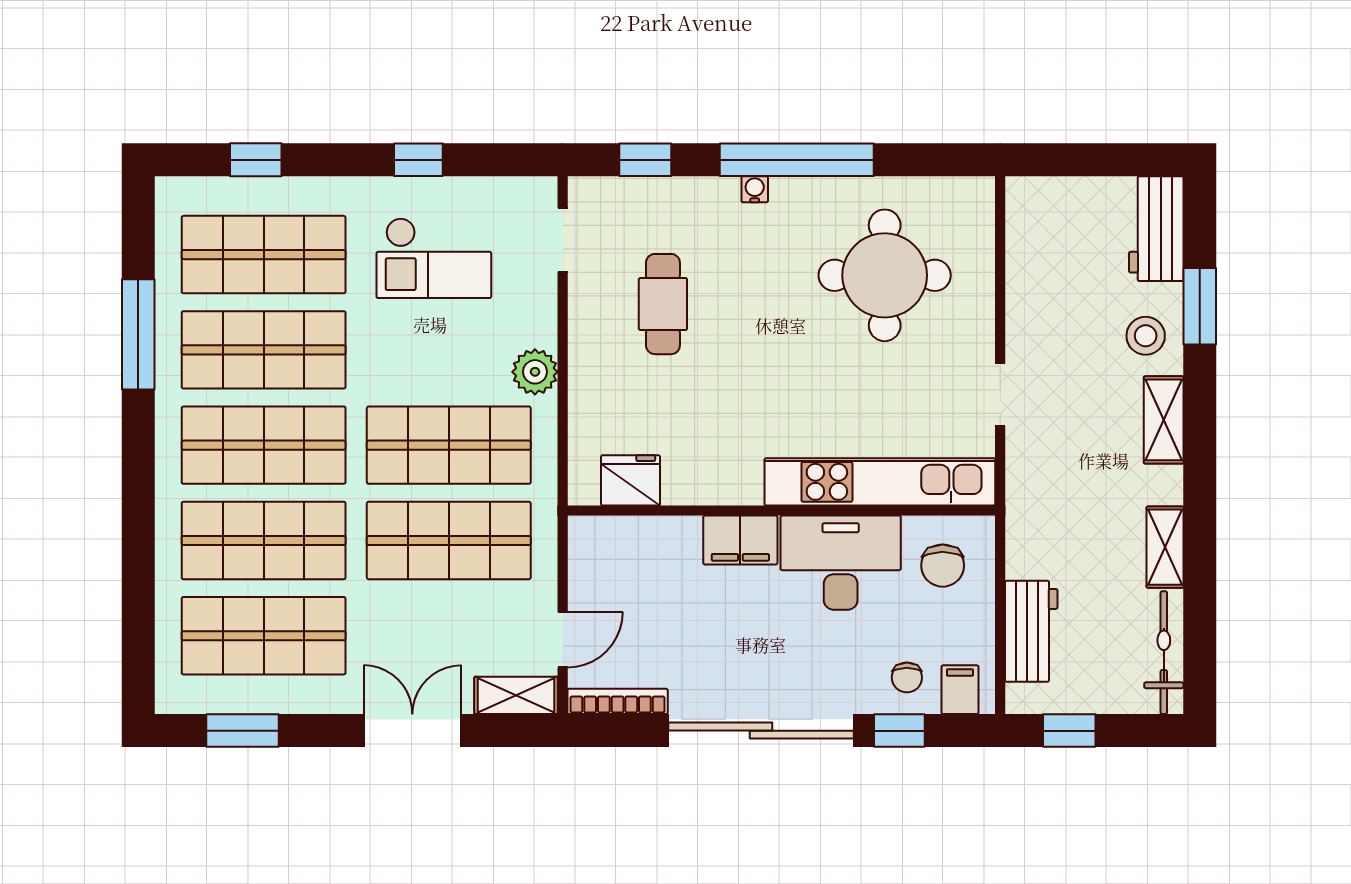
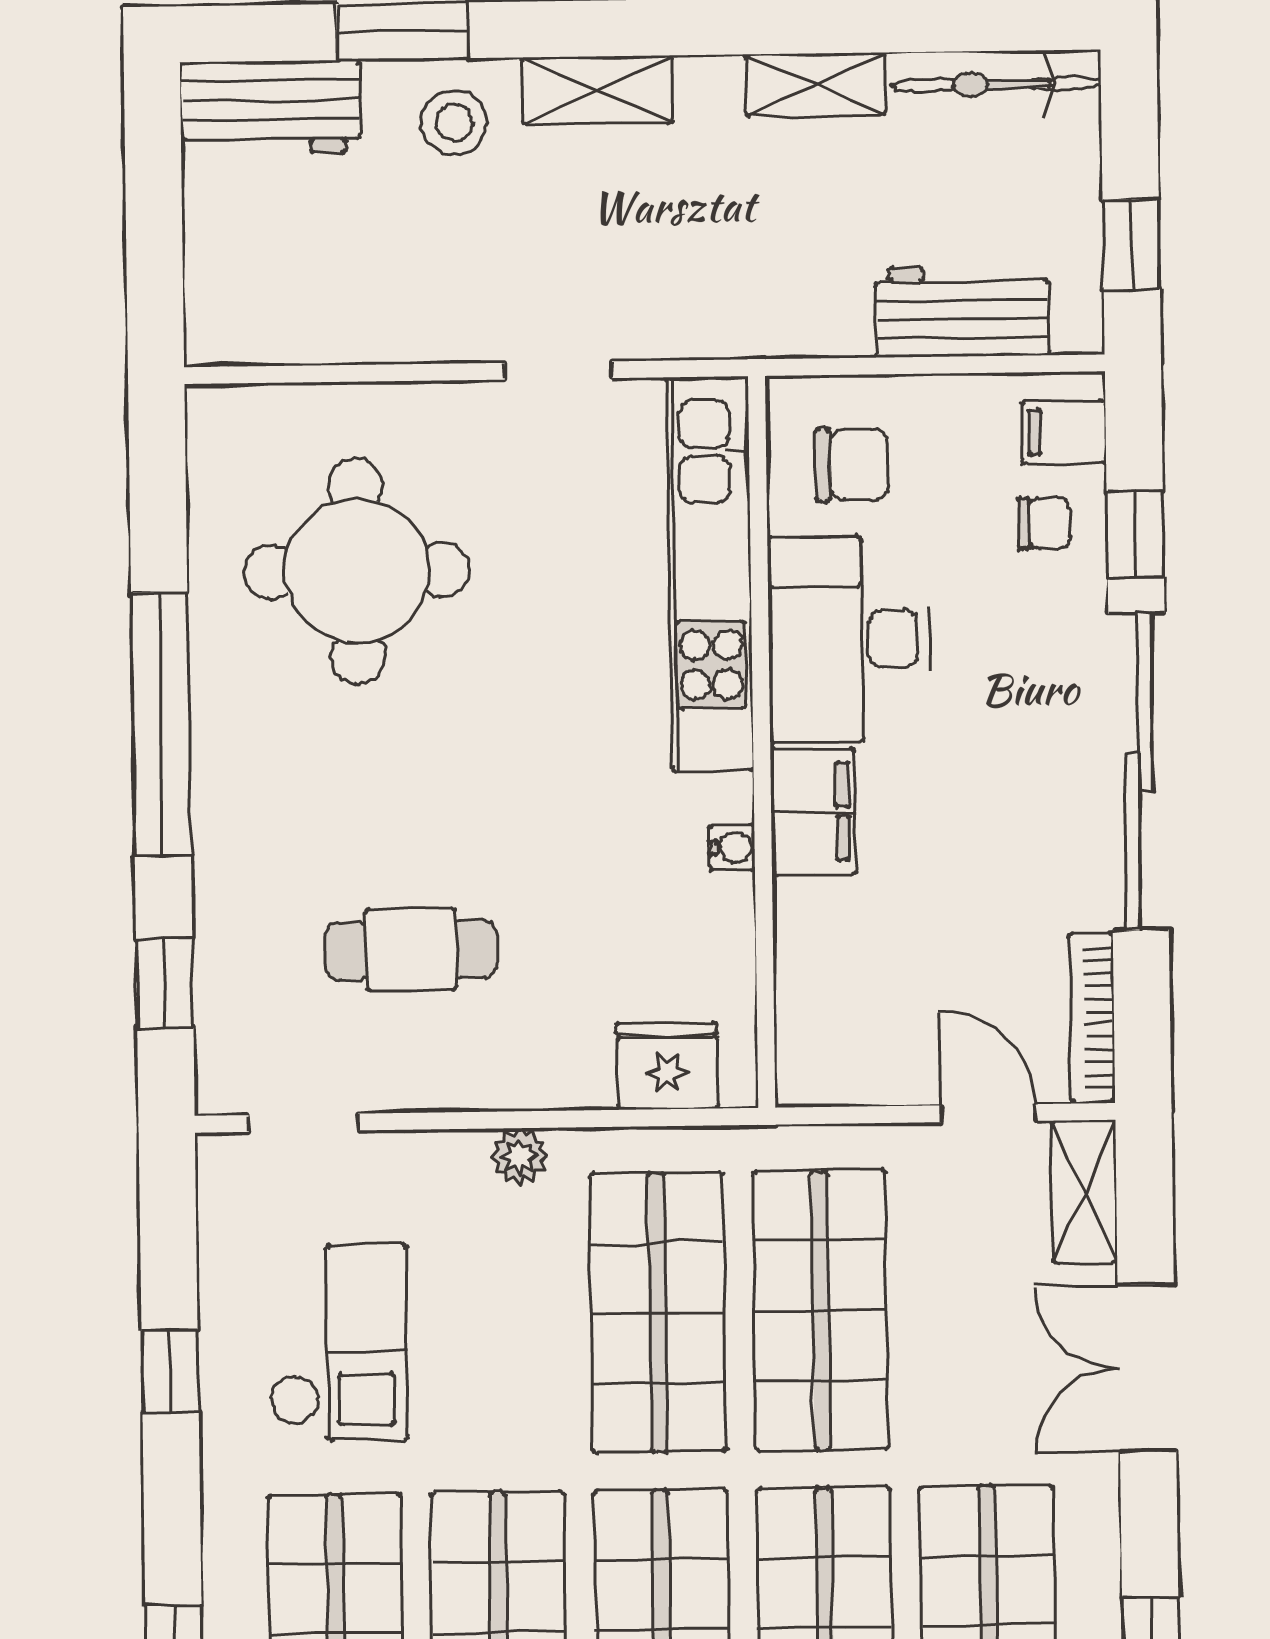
water cooler: (755, 189) -> (732, 847), moved, turned 180
plant: (535, 372) -> (519, 1156), width x0.73, depth x0.73
fridge: (631, 480) -> (667, 1066), moved, turned 90

